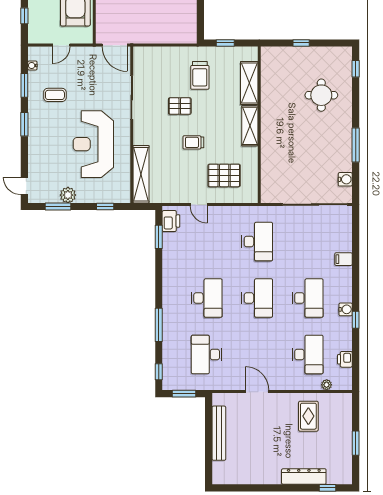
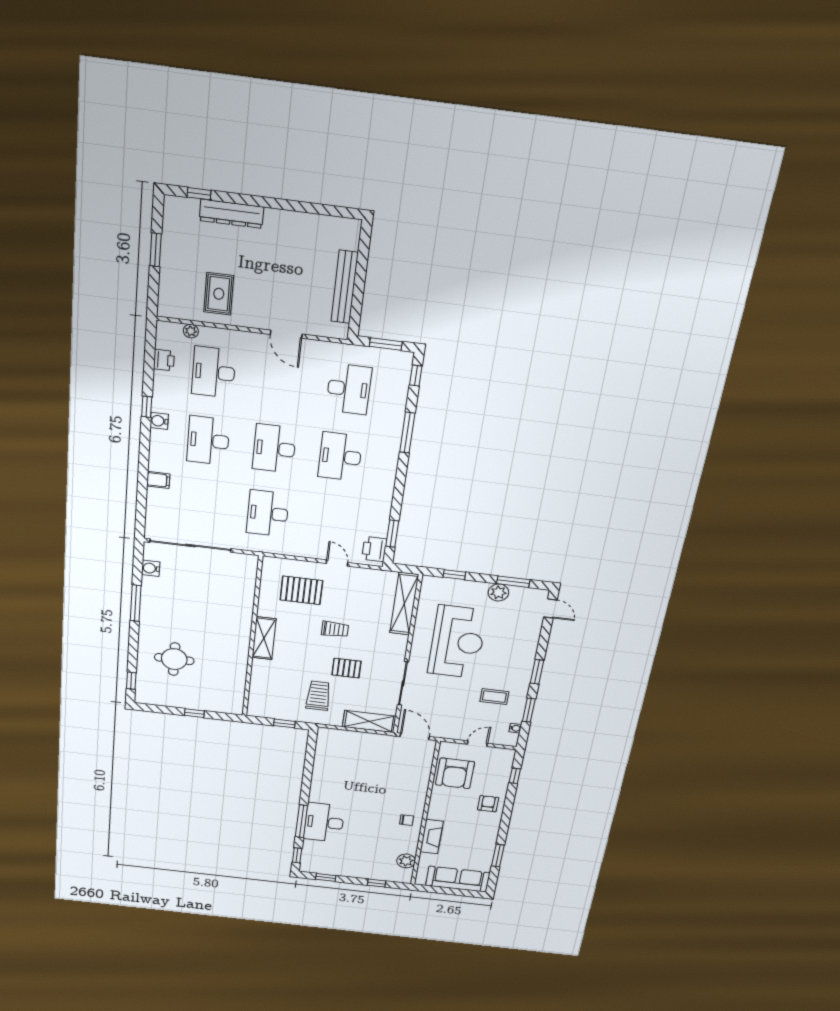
shelving: (249, 83) -> (369, 721), moved, turned 90

